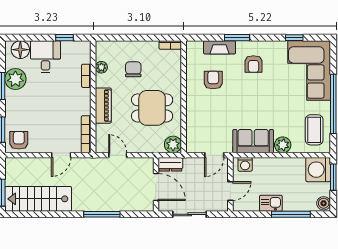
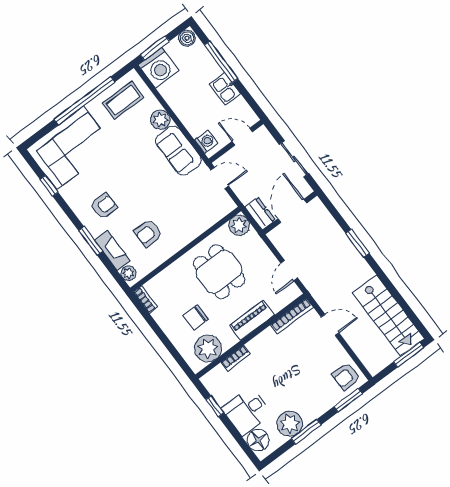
plant: (196, 47) -> (128, 273), added
plant: (101, 67) -> (208, 348), width x1.87, depth x1.87
window: (102, 214) -> (357, 243), width x0.69

